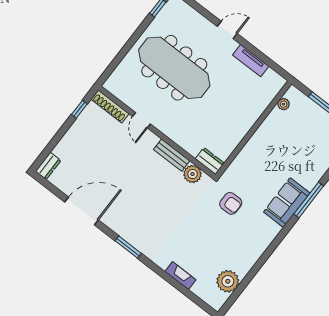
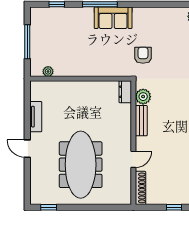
window: (79, 109) -> (174, 207), moved

